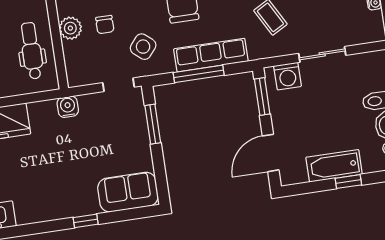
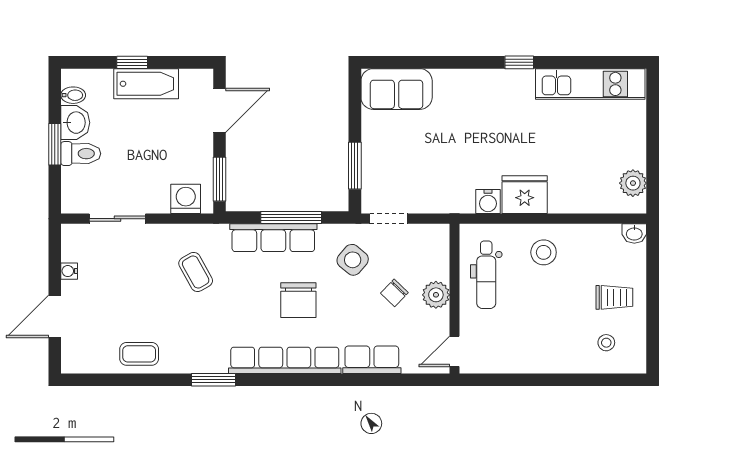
chair: (105, 25) -> (394, 293), turned -136
sliding door: (322, 54) -> (117, 219), moved
water cooler: (68, 107) -> (488, 202), moved
window: (86, 221) -> (519, 62), moved

